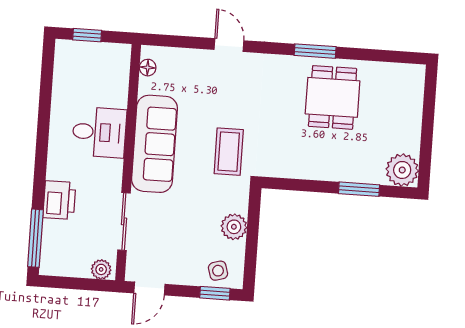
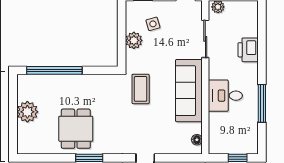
plant: (402, 170) -> (27, 112), moved
window: (359, 189) -> (54, 70), width x2.11
window: (35, 238) -> (262, 103), moved
side table: (218, 271) -> (153, 24), moved

